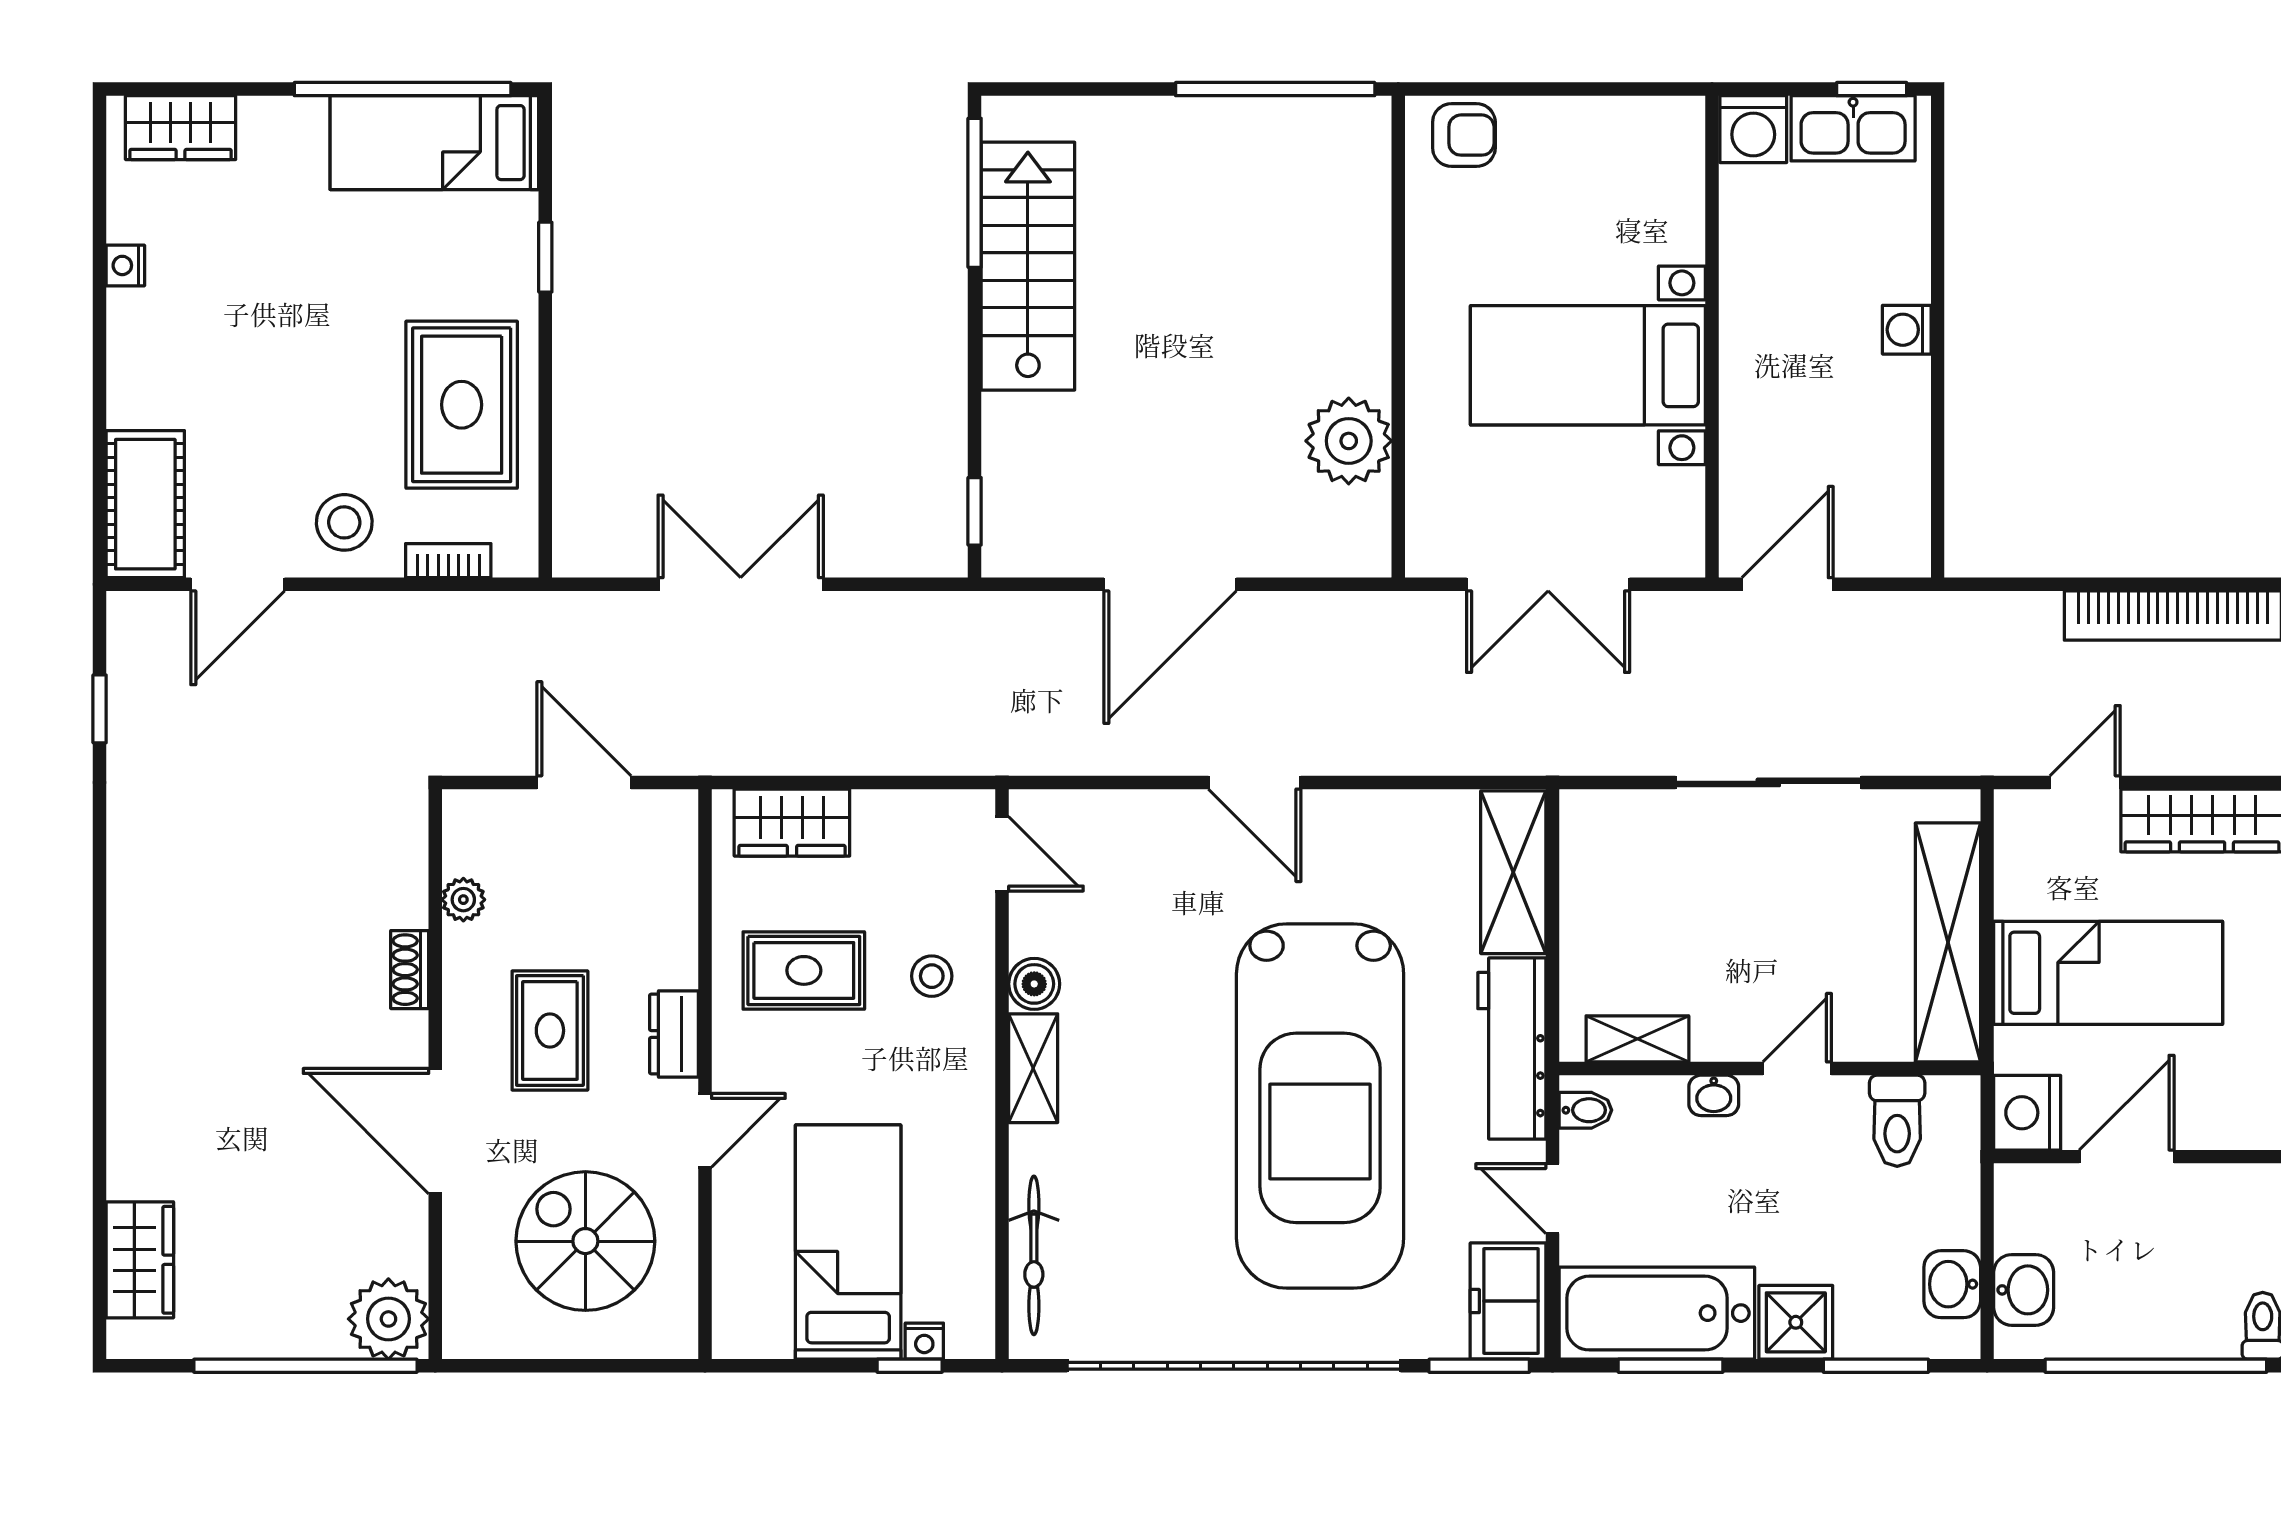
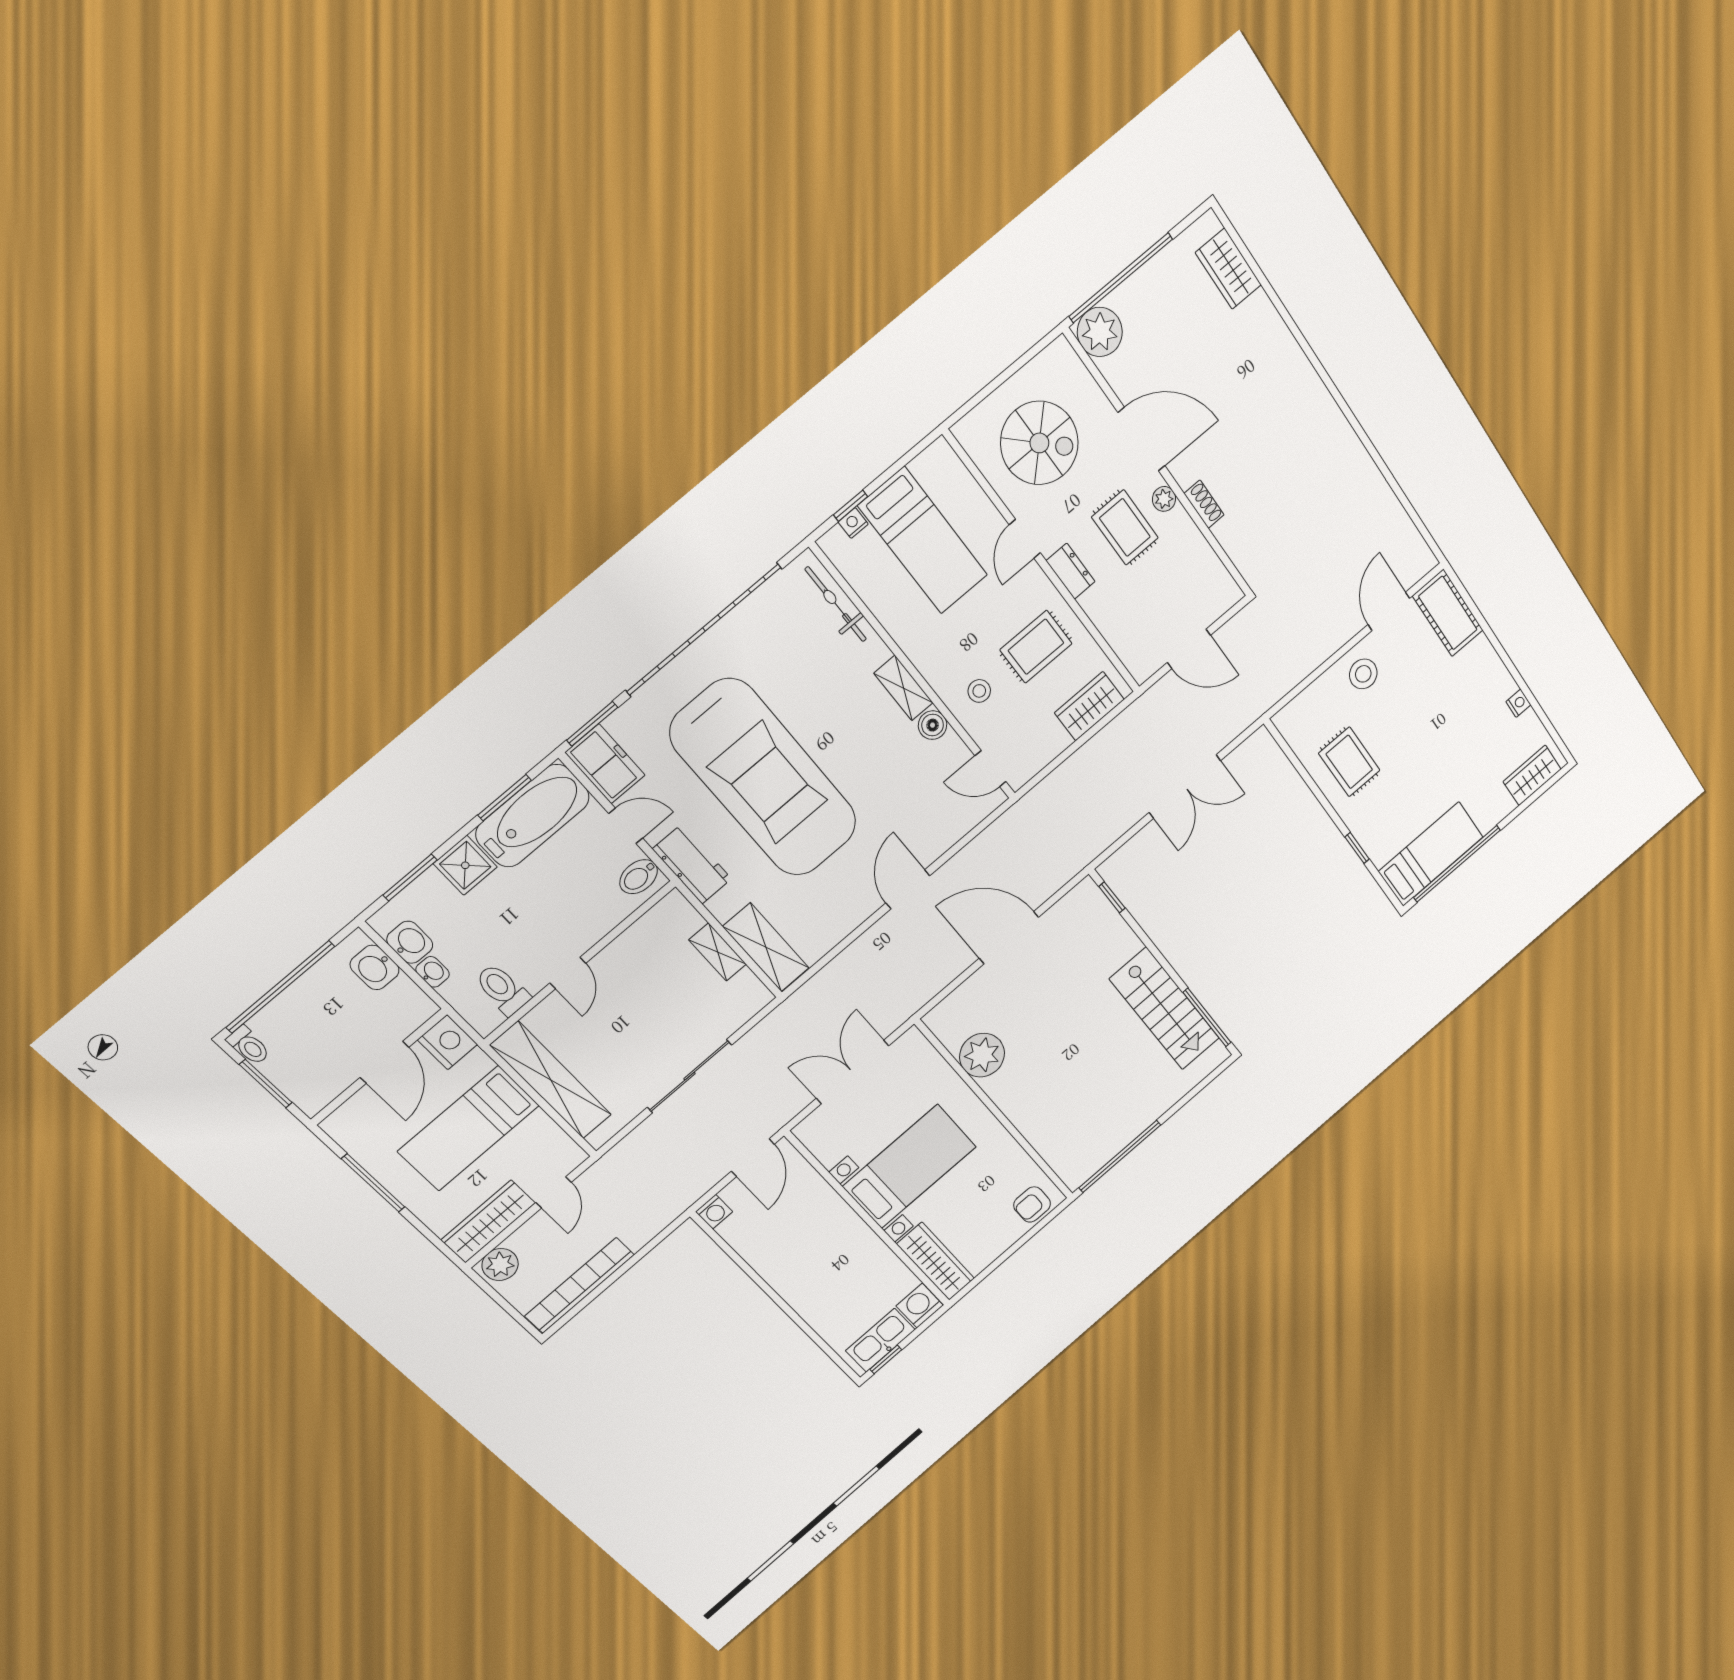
wardrobe: (1673, 179) -> (936, 1261), added
washing machine: (1907, 330) -> (714, 1212), moved, turned 90
rug: (462, 405) -> (1349, 762), width x0.73, depth x0.70
bookcase: (448, 561) -> (1311, 694), removed
door: (1170, 584) -> (1009, 938), hinge flipped
window: (100, 709) -> (1410, 510), removed
plant: (2243, 745) -> (500, 1265), added
door: (1255, 782) -> (908, 889), hinge flipped
plant: (463, 900) -> (1164, 499), moved
shelving: (1637, 1039) -> (718, 952), moved, turned 90
workbench: (1512, 1049) -> (692, 864), width x0.73
washbasin: (1714, 1095) -> (433, 972), moved, turned 90
car: (1320, 1106) -> (764, 778), turned 180
bidet: (1585, 1110) -> (639, 877), width x1.38, depth x1.36

